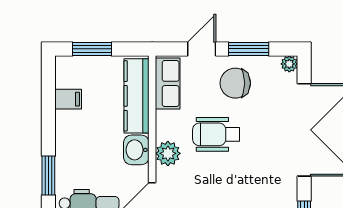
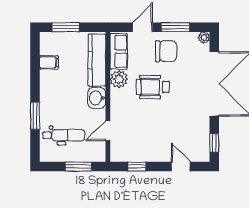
chair: (235, 83) -> (166, 51), turned 180
plant: (168, 153) -> (119, 79), moved

